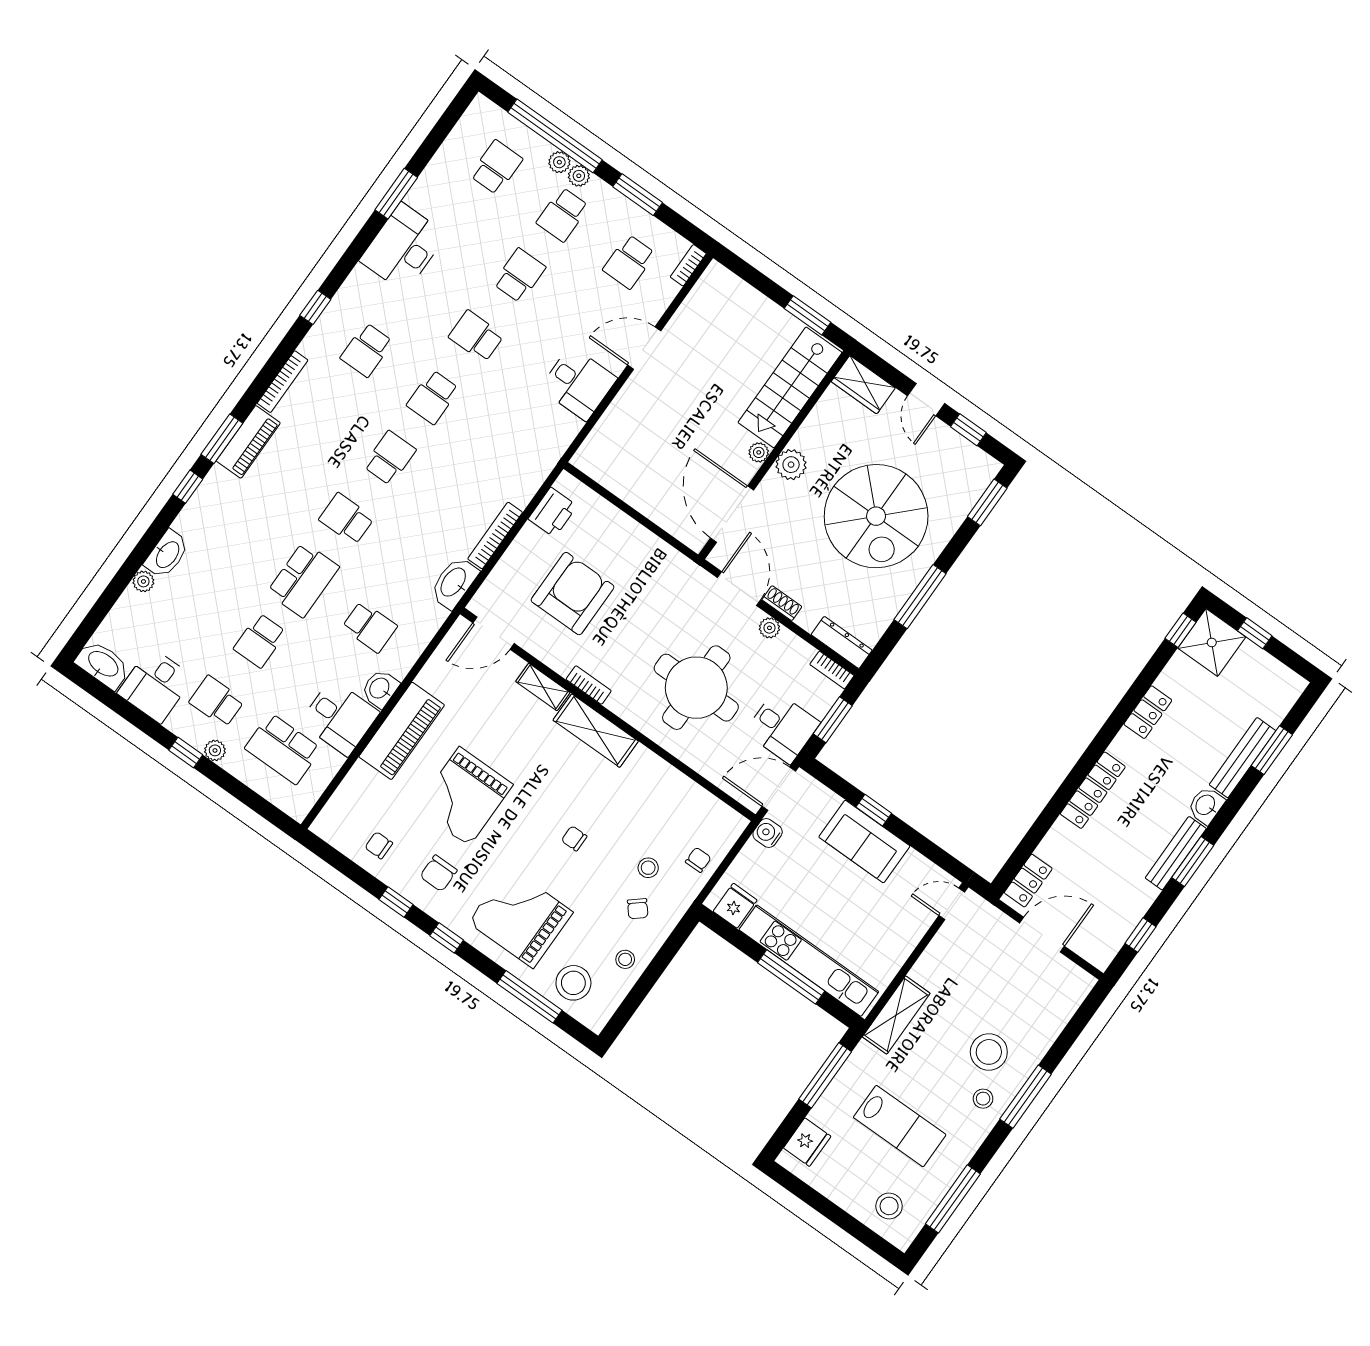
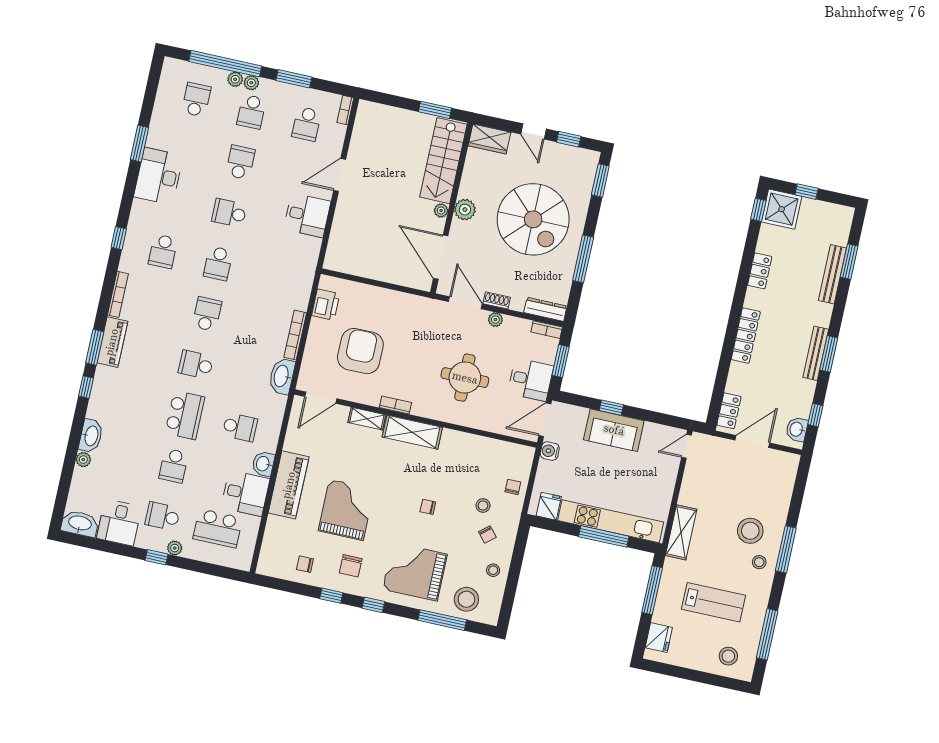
round table: (696, 688) -> (465, 378), width x0.73, depth x0.73
grand piano: (464, 796) -> (346, 510), turned 180
washbasin: (1206, 805) -> (797, 429), moved

